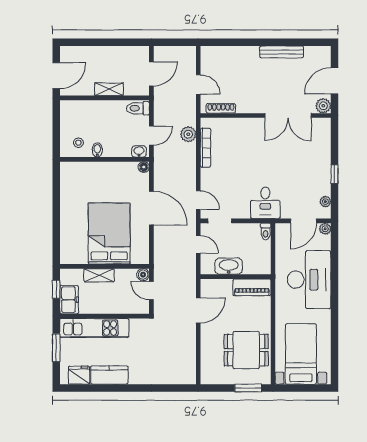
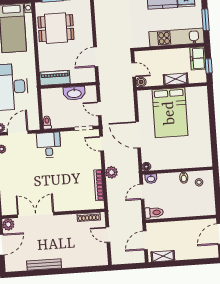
shelving: (109, 89) -> (163, 256), moved
plant: (188, 134) -> (112, 172), moved

